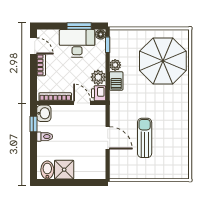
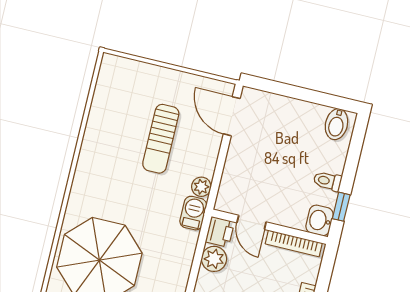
plant: (115, 65) -> (201, 187), moved
barbecue: (116, 81) -> (193, 213), moved
door: (108, 138) -> (232, 116), moved
shower: (64, 170) -> (308, 118), removed

